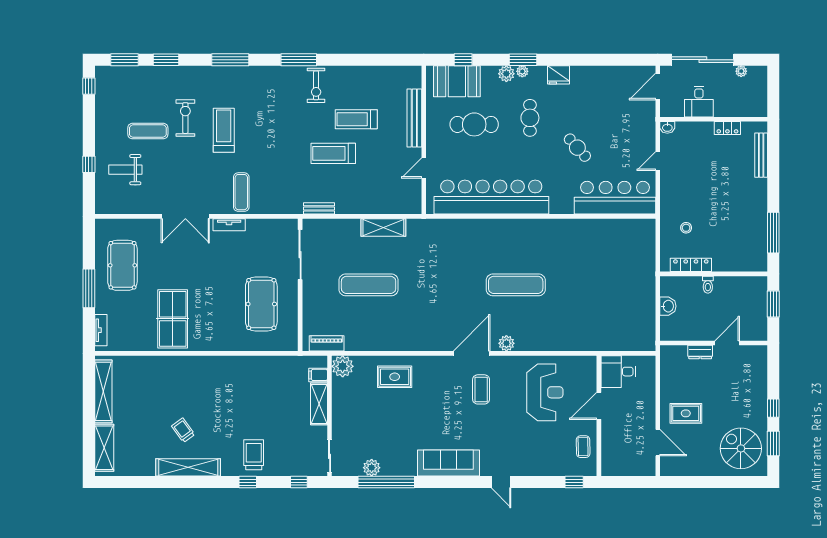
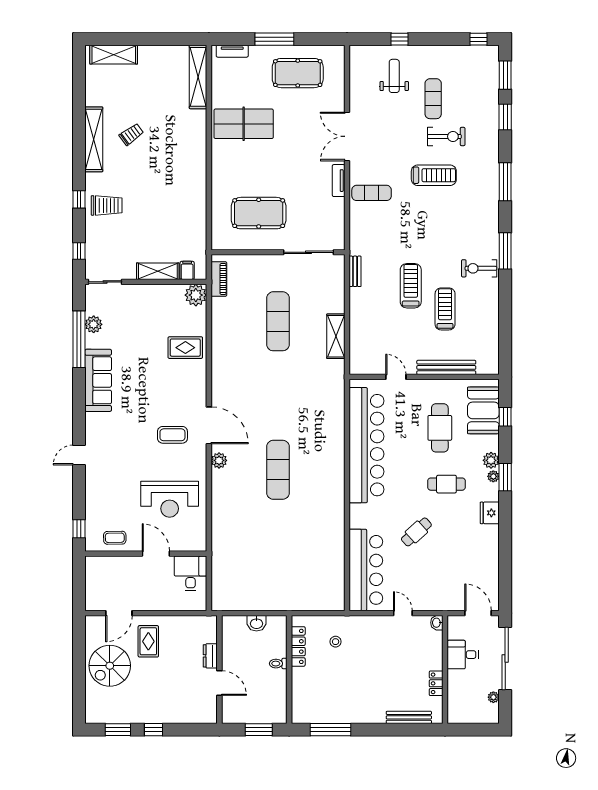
rug: (395, 377) -> (185, 348), turned 90
shelving: (103, 391) -> (198, 77), moved, turned 90
spiral stairs: (741, 448) -> (110, 666), moved, turned 180
sofa: (448, 463) -> (98, 380), moved

